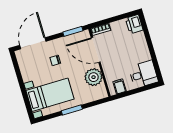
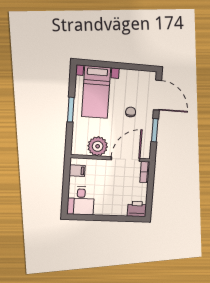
window: (73, 31) -> (155, 130), moved

